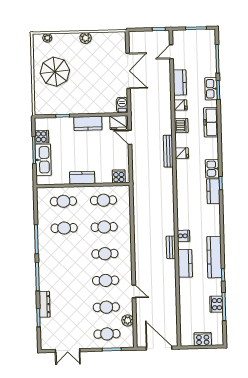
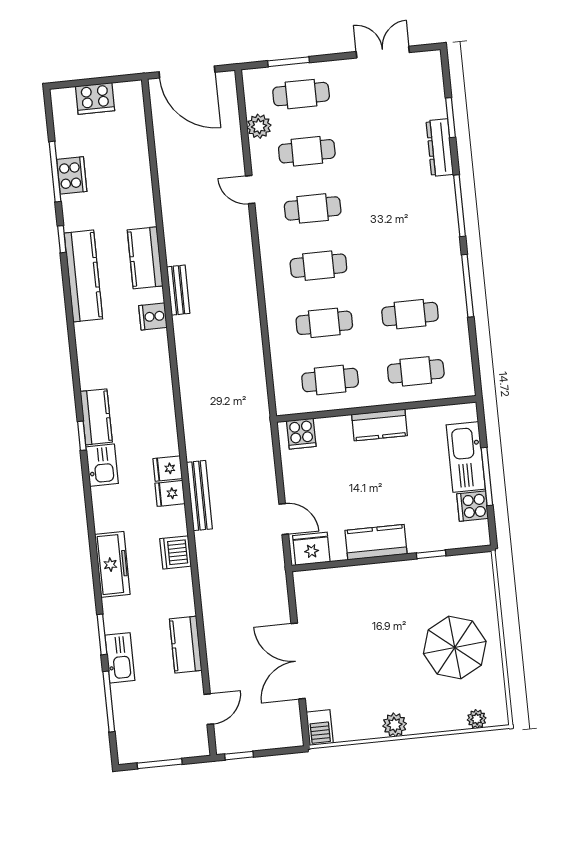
kitchen sink: (211, 89) -> (120, 658), moved
barbecue: (122, 105) -> (320, 728), moved
fridge: (180, 105) -> (168, 469), moved

